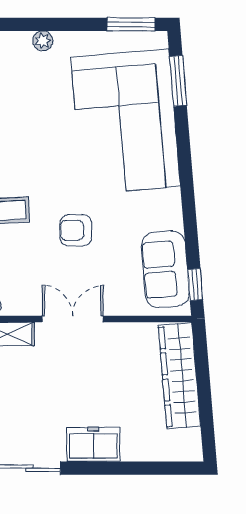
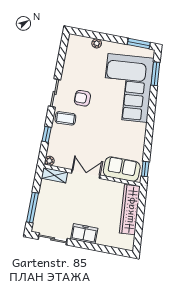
armchair: (76, 230) -> (82, 98), moved
sofa: (165, 269) -> (122, 169), moved, turned 95

